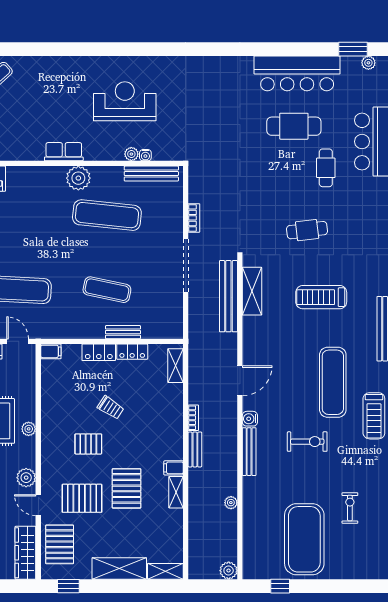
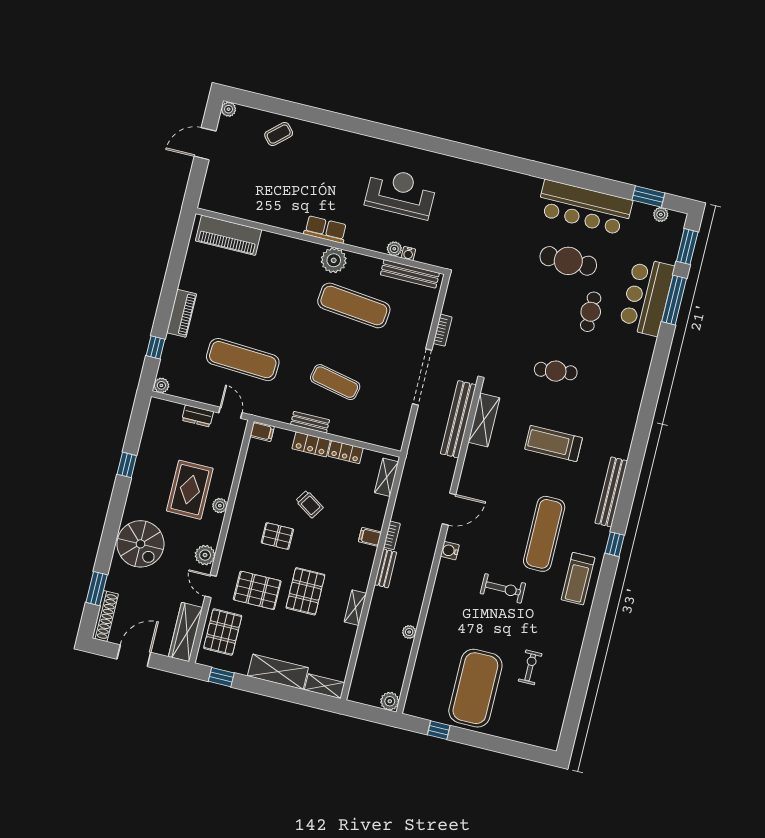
bench: (123, 332) -> (310, 422), moved
bench: (249, 452) -> (441, 584), removed
filing cabinet: (174, 468) -> (370, 537), moved

